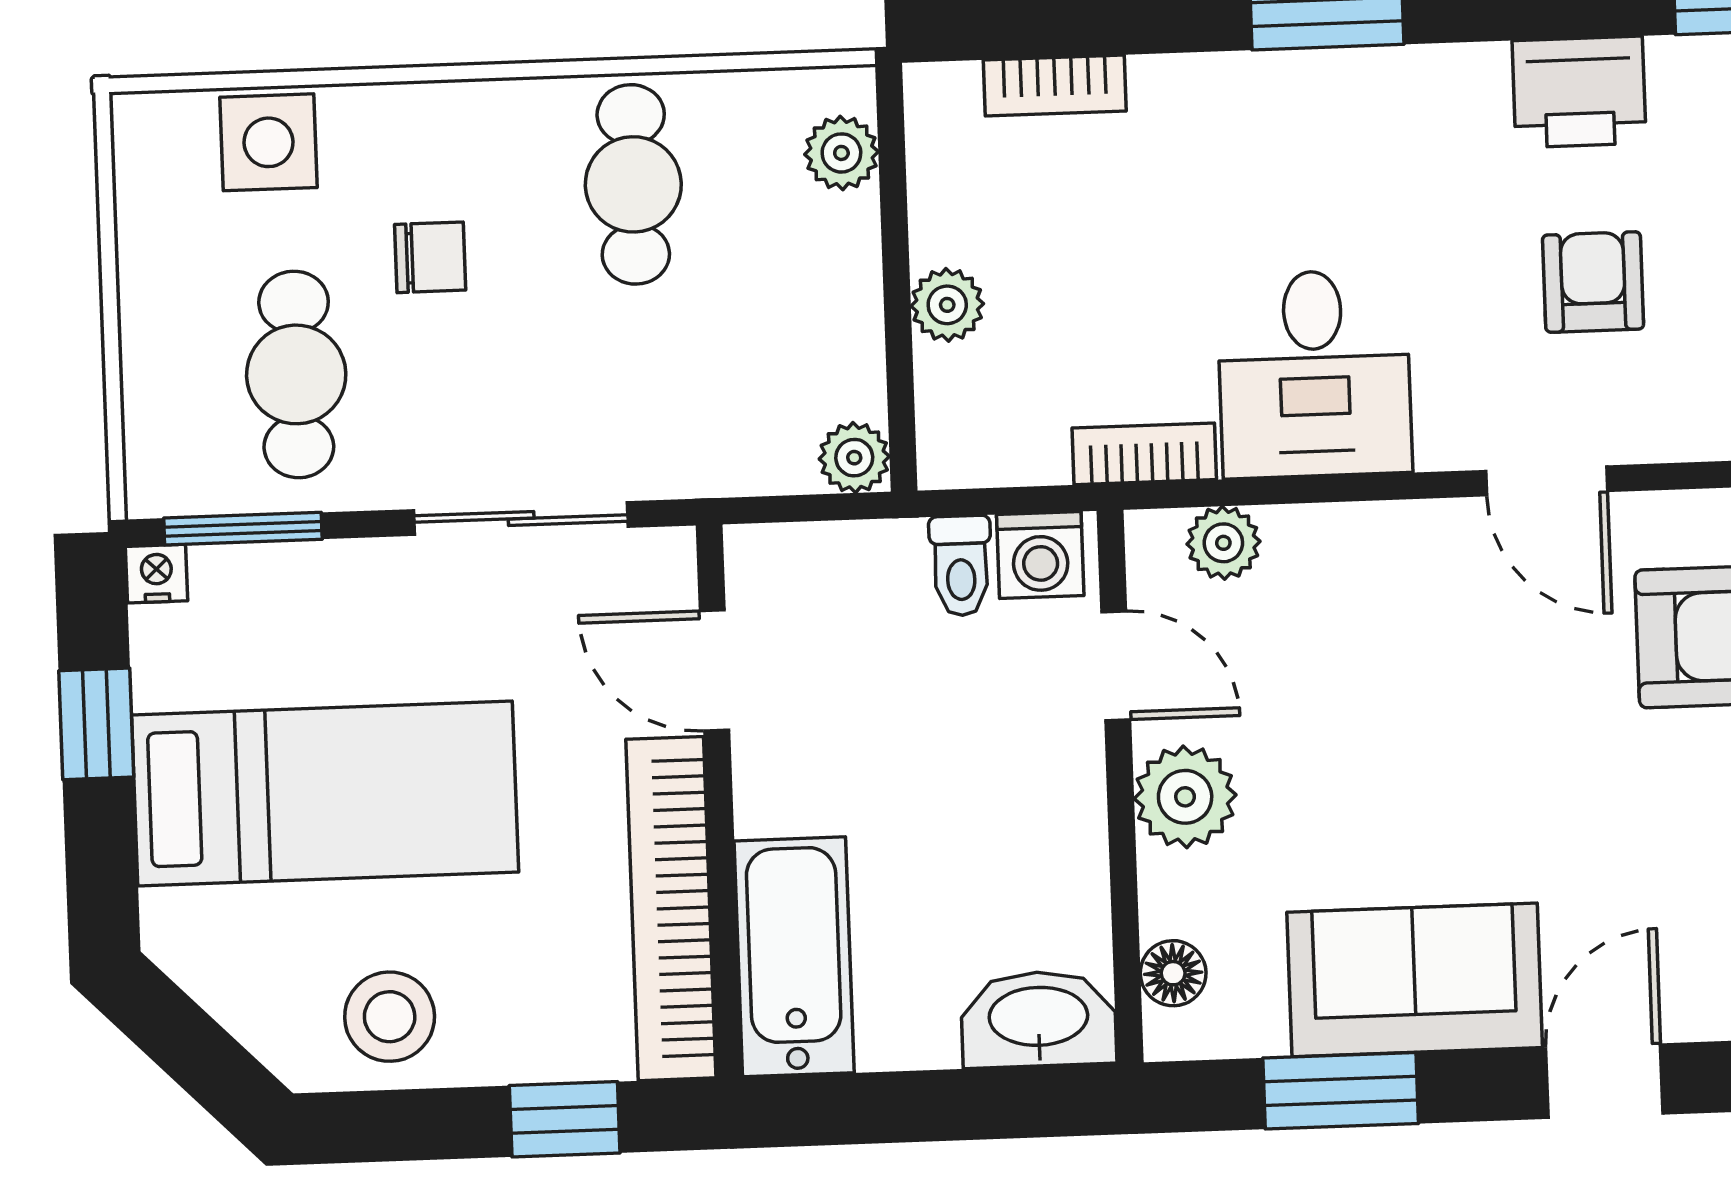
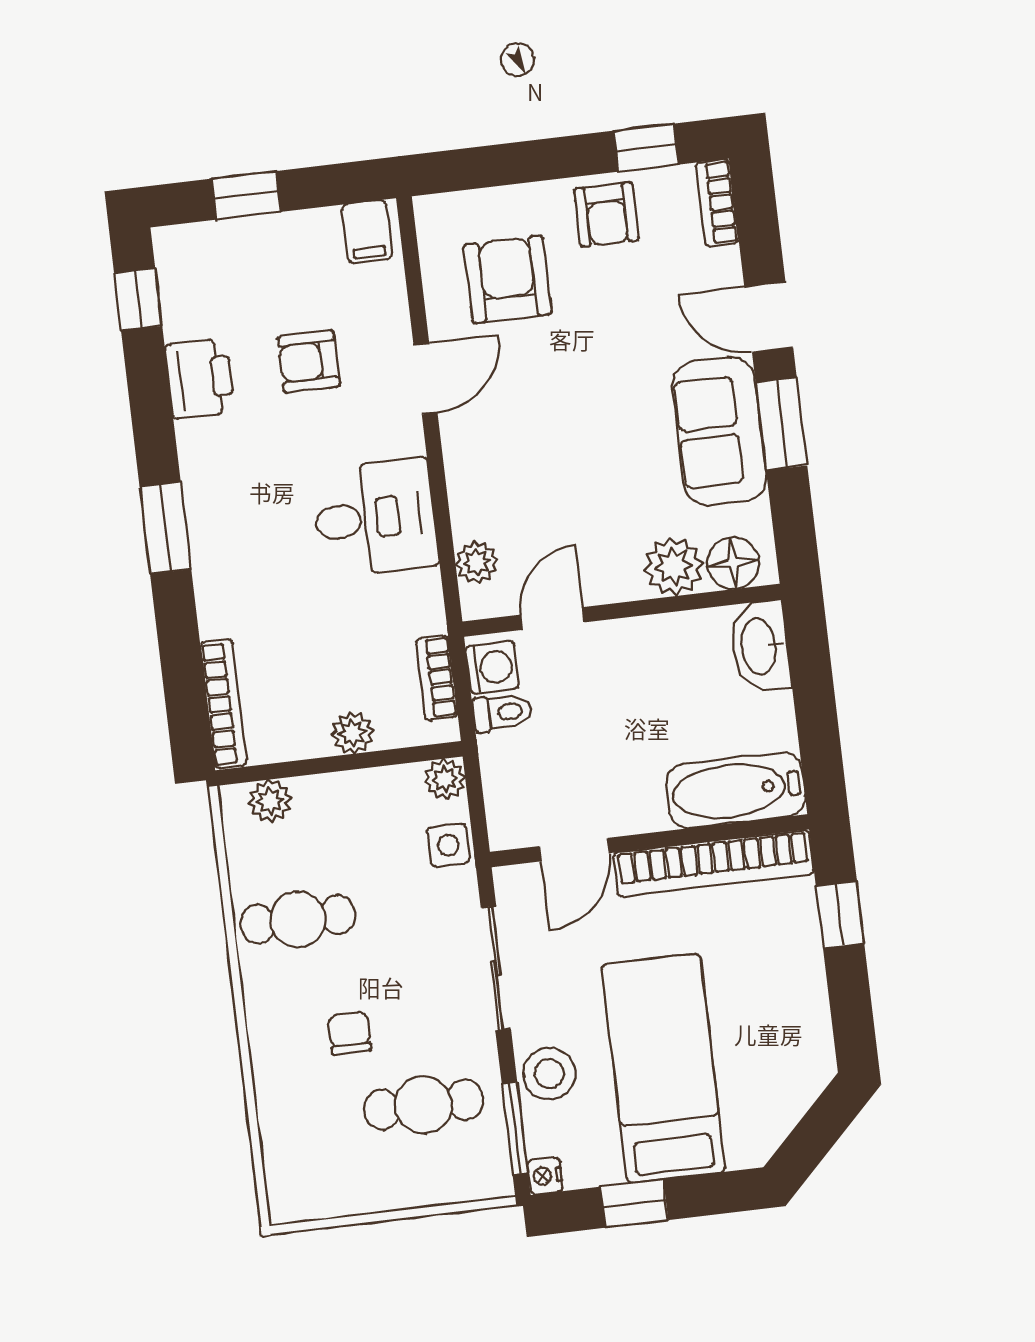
bookcase: (1055, 85) -> (224, 704), width x1.56
side table: (268, 142) -> (448, 845), moved, width x0.73, depth x0.73
bookcase: (1144, 454) -> (437, 678), moved
plant: (1185, 797) -> (674, 567), moved
floor lamp: (1173, 973) -> (733, 563), width x1.37, depth x1.37
stool: (390, 1017) -> (549, 1074), moved
window: (1341, 1091) -> (781, 424), moved

